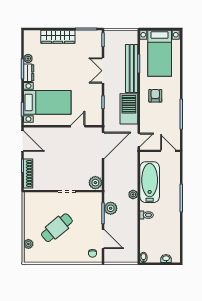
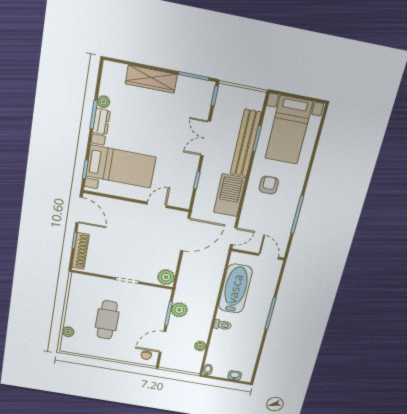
plant: (133, 194) -> (200, 346), moved
cafe table: (57, 228) -> (107, 320), turned -50
door: (103, 239) -> (163, 342), swing flipped

